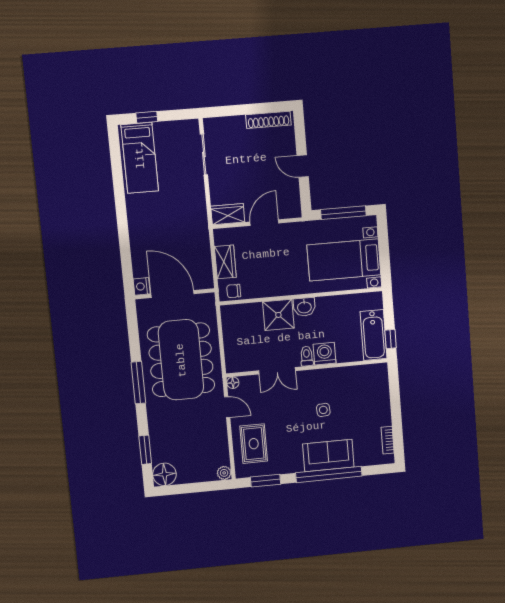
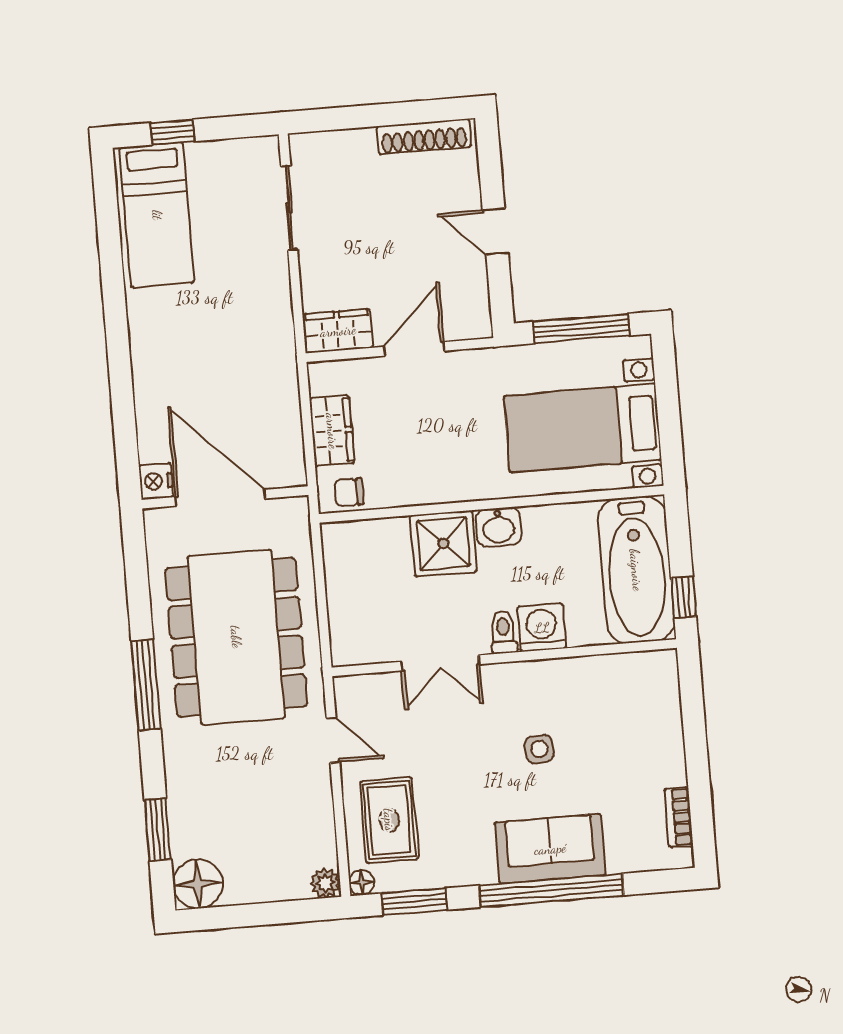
bathtub: (374, 335) -> (636, 570), width x1.36, depth x1.36
floor lamp: (233, 383) -> (362, 883), moved

